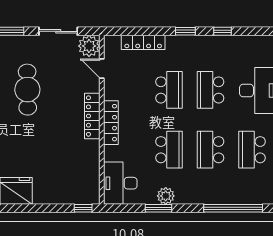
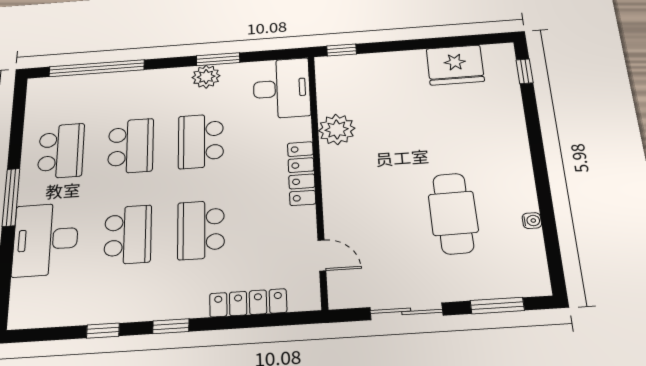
plant: (89, 46) -> (337, 130), moved
locker: (92, 116) -> (334, 181), removed

